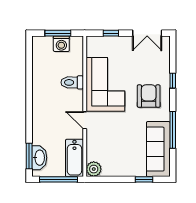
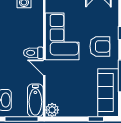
toilet: (72, 82) -> (33, 53), moved
armchair: (149, 96) -> (100, 46), turned 90

